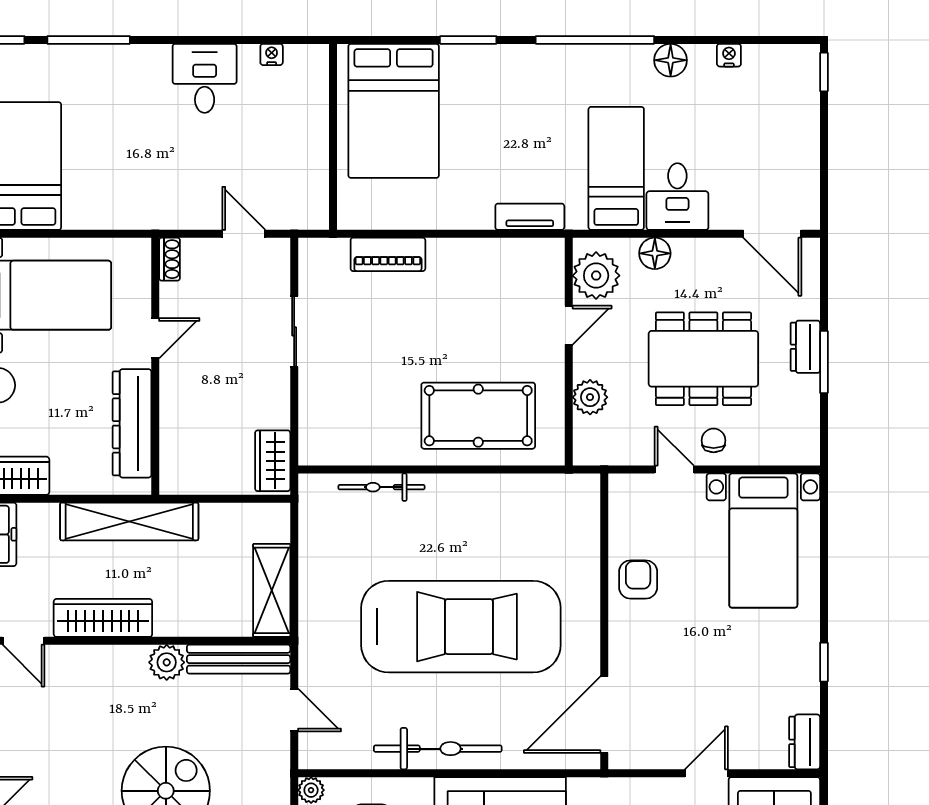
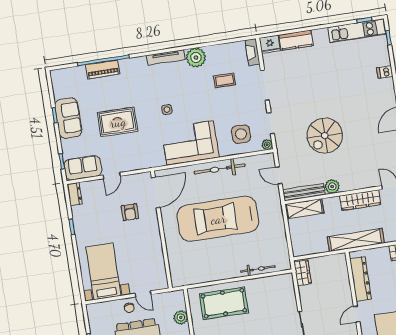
armchair: (638, 580) -> (130, 212), moved
shelving: (272, 590) -> (304, 209), moved, turned 90

